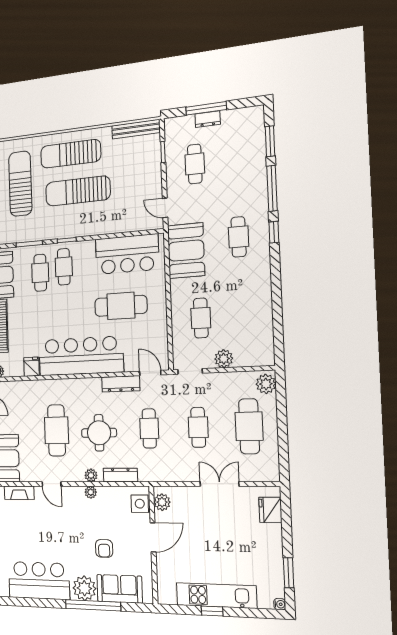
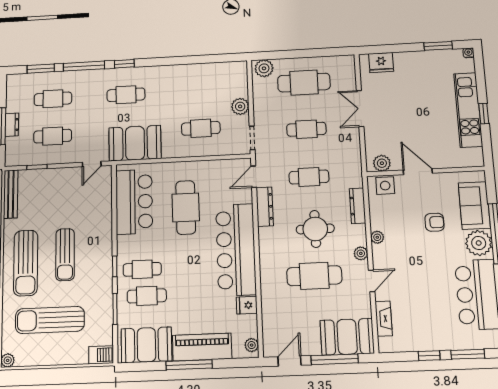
cafe table: (235, 159) -> (53, 99), added
sun lounger: (78, 191) -> (65, 255), width x0.73, depth x0.75
plant: (91, 475) -> (361, 253), moved

